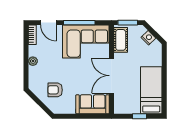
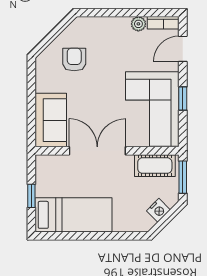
window: (79, 23) -> (183, 98), width x0.46
plant: (33, 61) -> (138, 24), moved

